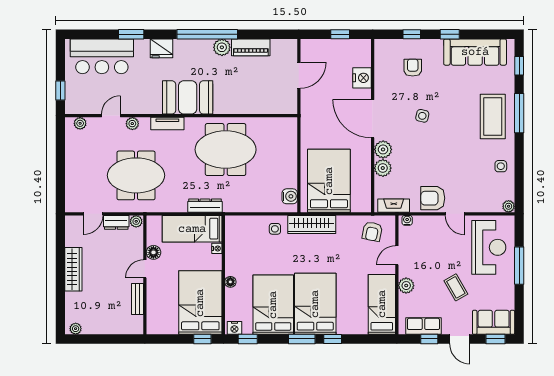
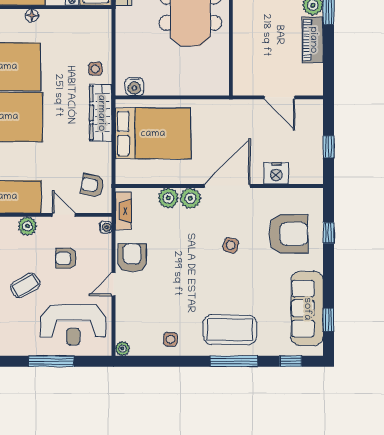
window: (450, 34) -> (328, 320), moved
armchair: (413, 68) -> (288, 234), width x1.88, depth x1.88
armchair: (433, 253) -> (66, 258), added

